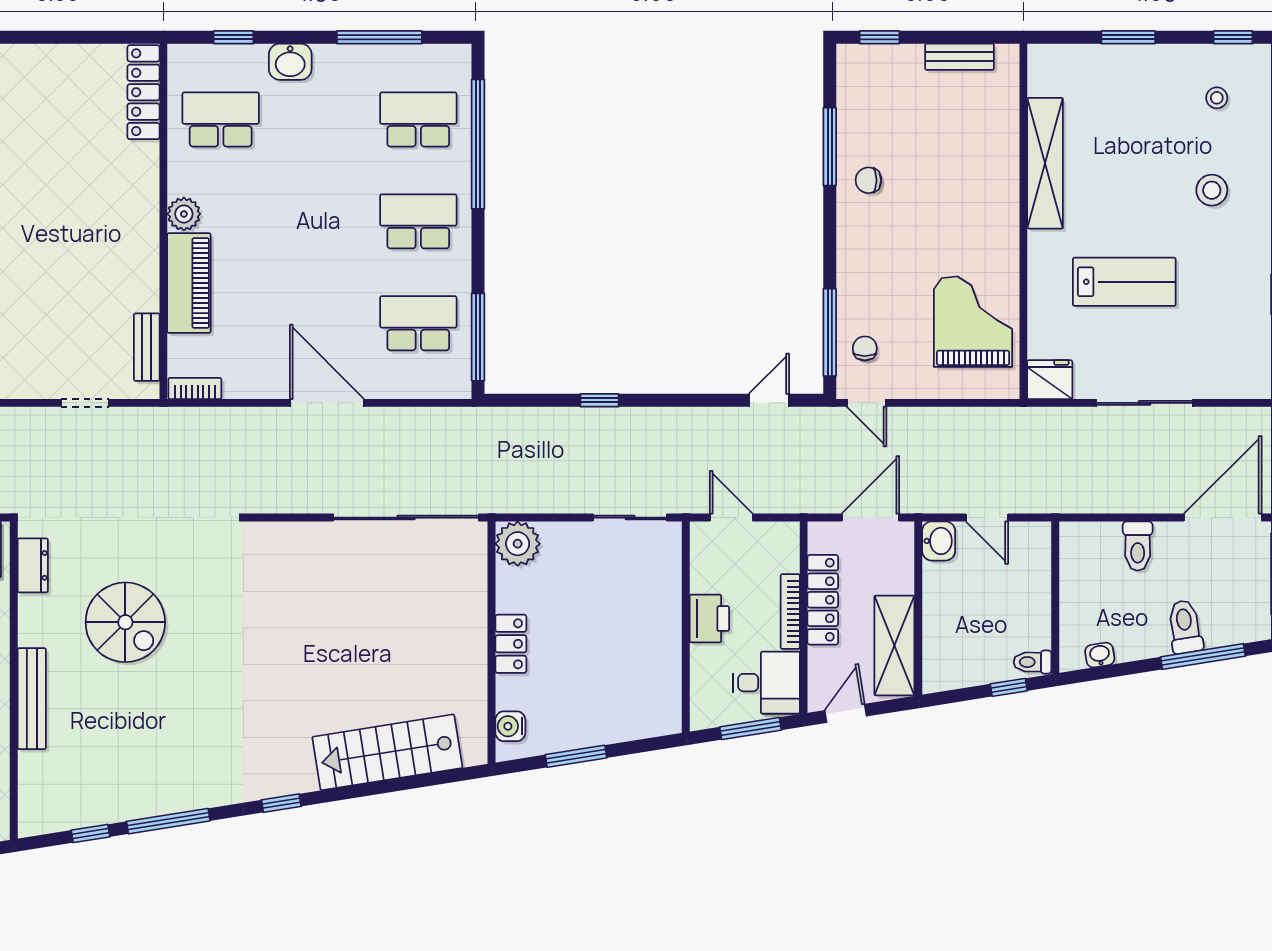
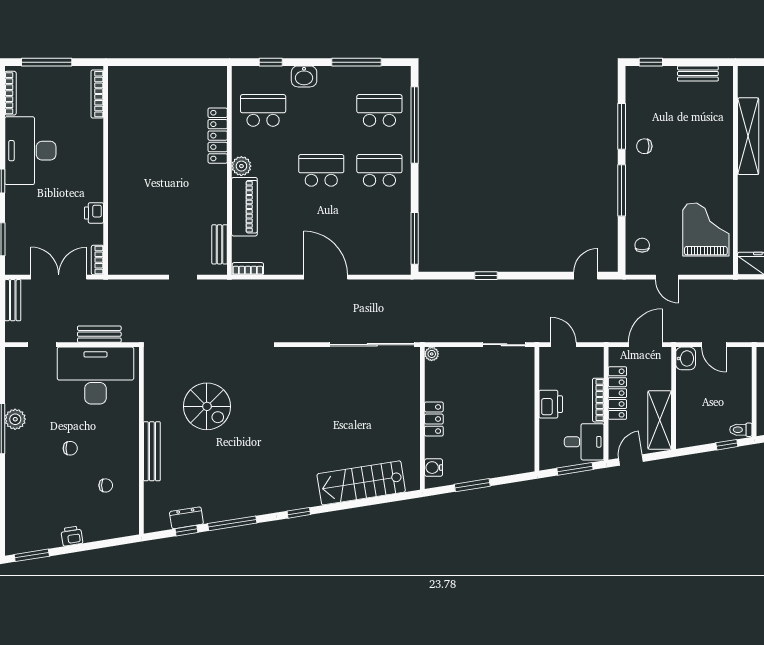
locker: (144, 92) -> (218, 136), moved
school desk: (418, 323) -> (321, 170), moved
window: (830, 332) -> (622, 190), moved
door: (867, 403) -> (667, 277), moved
plant: (518, 544) -> (432, 354), width x0.53, depth x0.53
dresser: (33, 565) -> (186, 518), moved, turned -99

